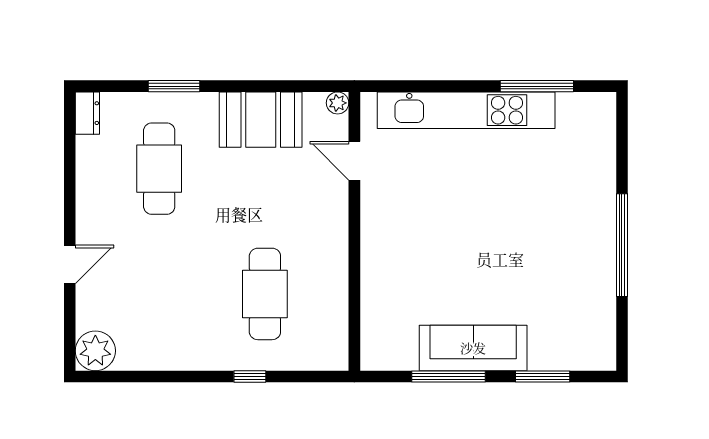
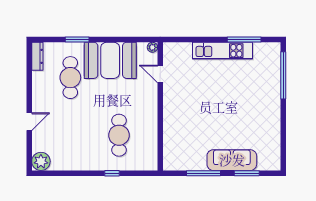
kitchen unit: (466, 110) -> (222, 51), width x0.73
dresser: (87, 113) -> (37, 56), width x1.44
booth: (261, 120) -> (110, 60), width x1.36, depth x1.42
window: (622, 245) -> (283, 75), moved
sofa: (473, 348) -> (232, 160), moved

